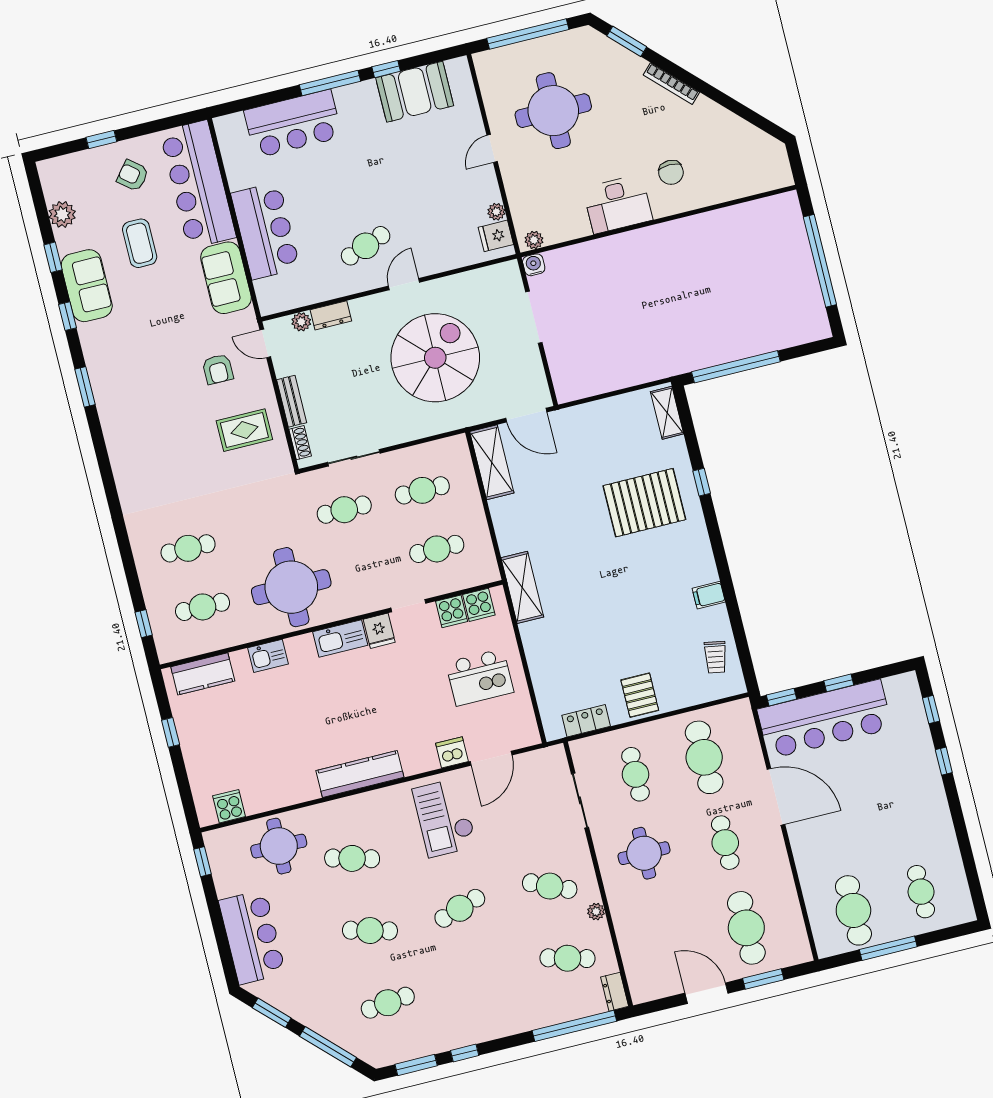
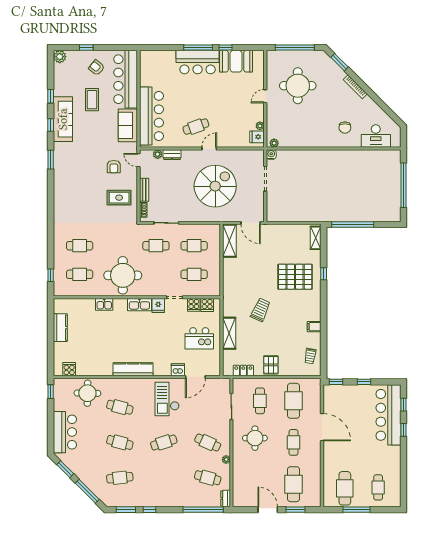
bar counter: (293, 124) -> (198, 62), moved
desk: (618, 204) -> (376, 136), moved
plant: (62, 214) -> (60, 57), moved
bar counter: (265, 231) -> (151, 116), width x1.36
sofa: (87, 286) -> (63, 119), width x1.36
shelving: (522, 587) -> (229, 333), moved
trolley: (591, 588) -> (261, 310), added
kitchen counter: (203, 674) -> (60, 328), moved, turned -90
bar counter: (825, 719) -> (388, 415), moved, turned 90
window: (171, 732) -> (51, 328), removed

